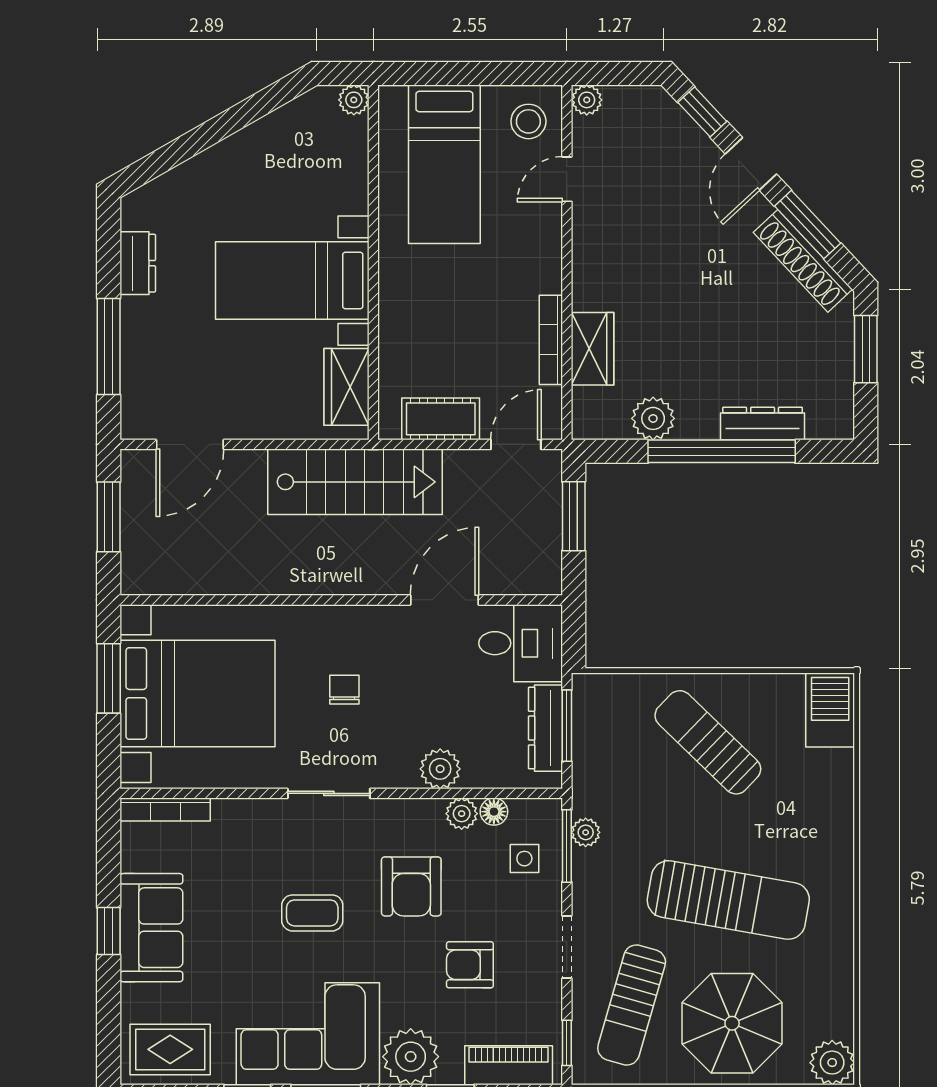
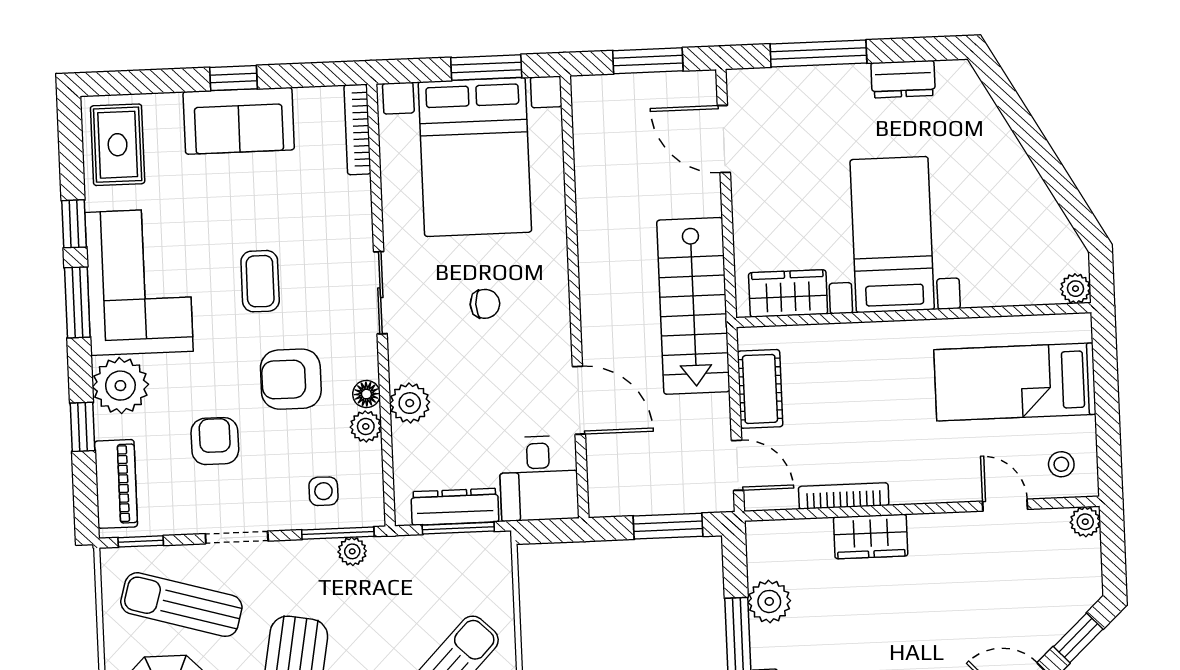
stool: (528, 121) -> (1061, 464), width x0.73, depth x0.73
wardrobe: (592, 349) -> (871, 536), moved
floor lamp: (494, 812) -> (366, 394), moved

